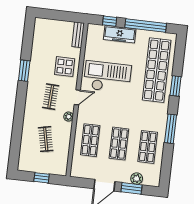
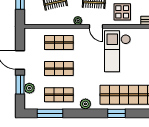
checkout: (107, 77) -> (117, 51), turned 180
plant: (161, 119) -> (85, 104), added
window: (171, 129) -> (50, 113), moved

